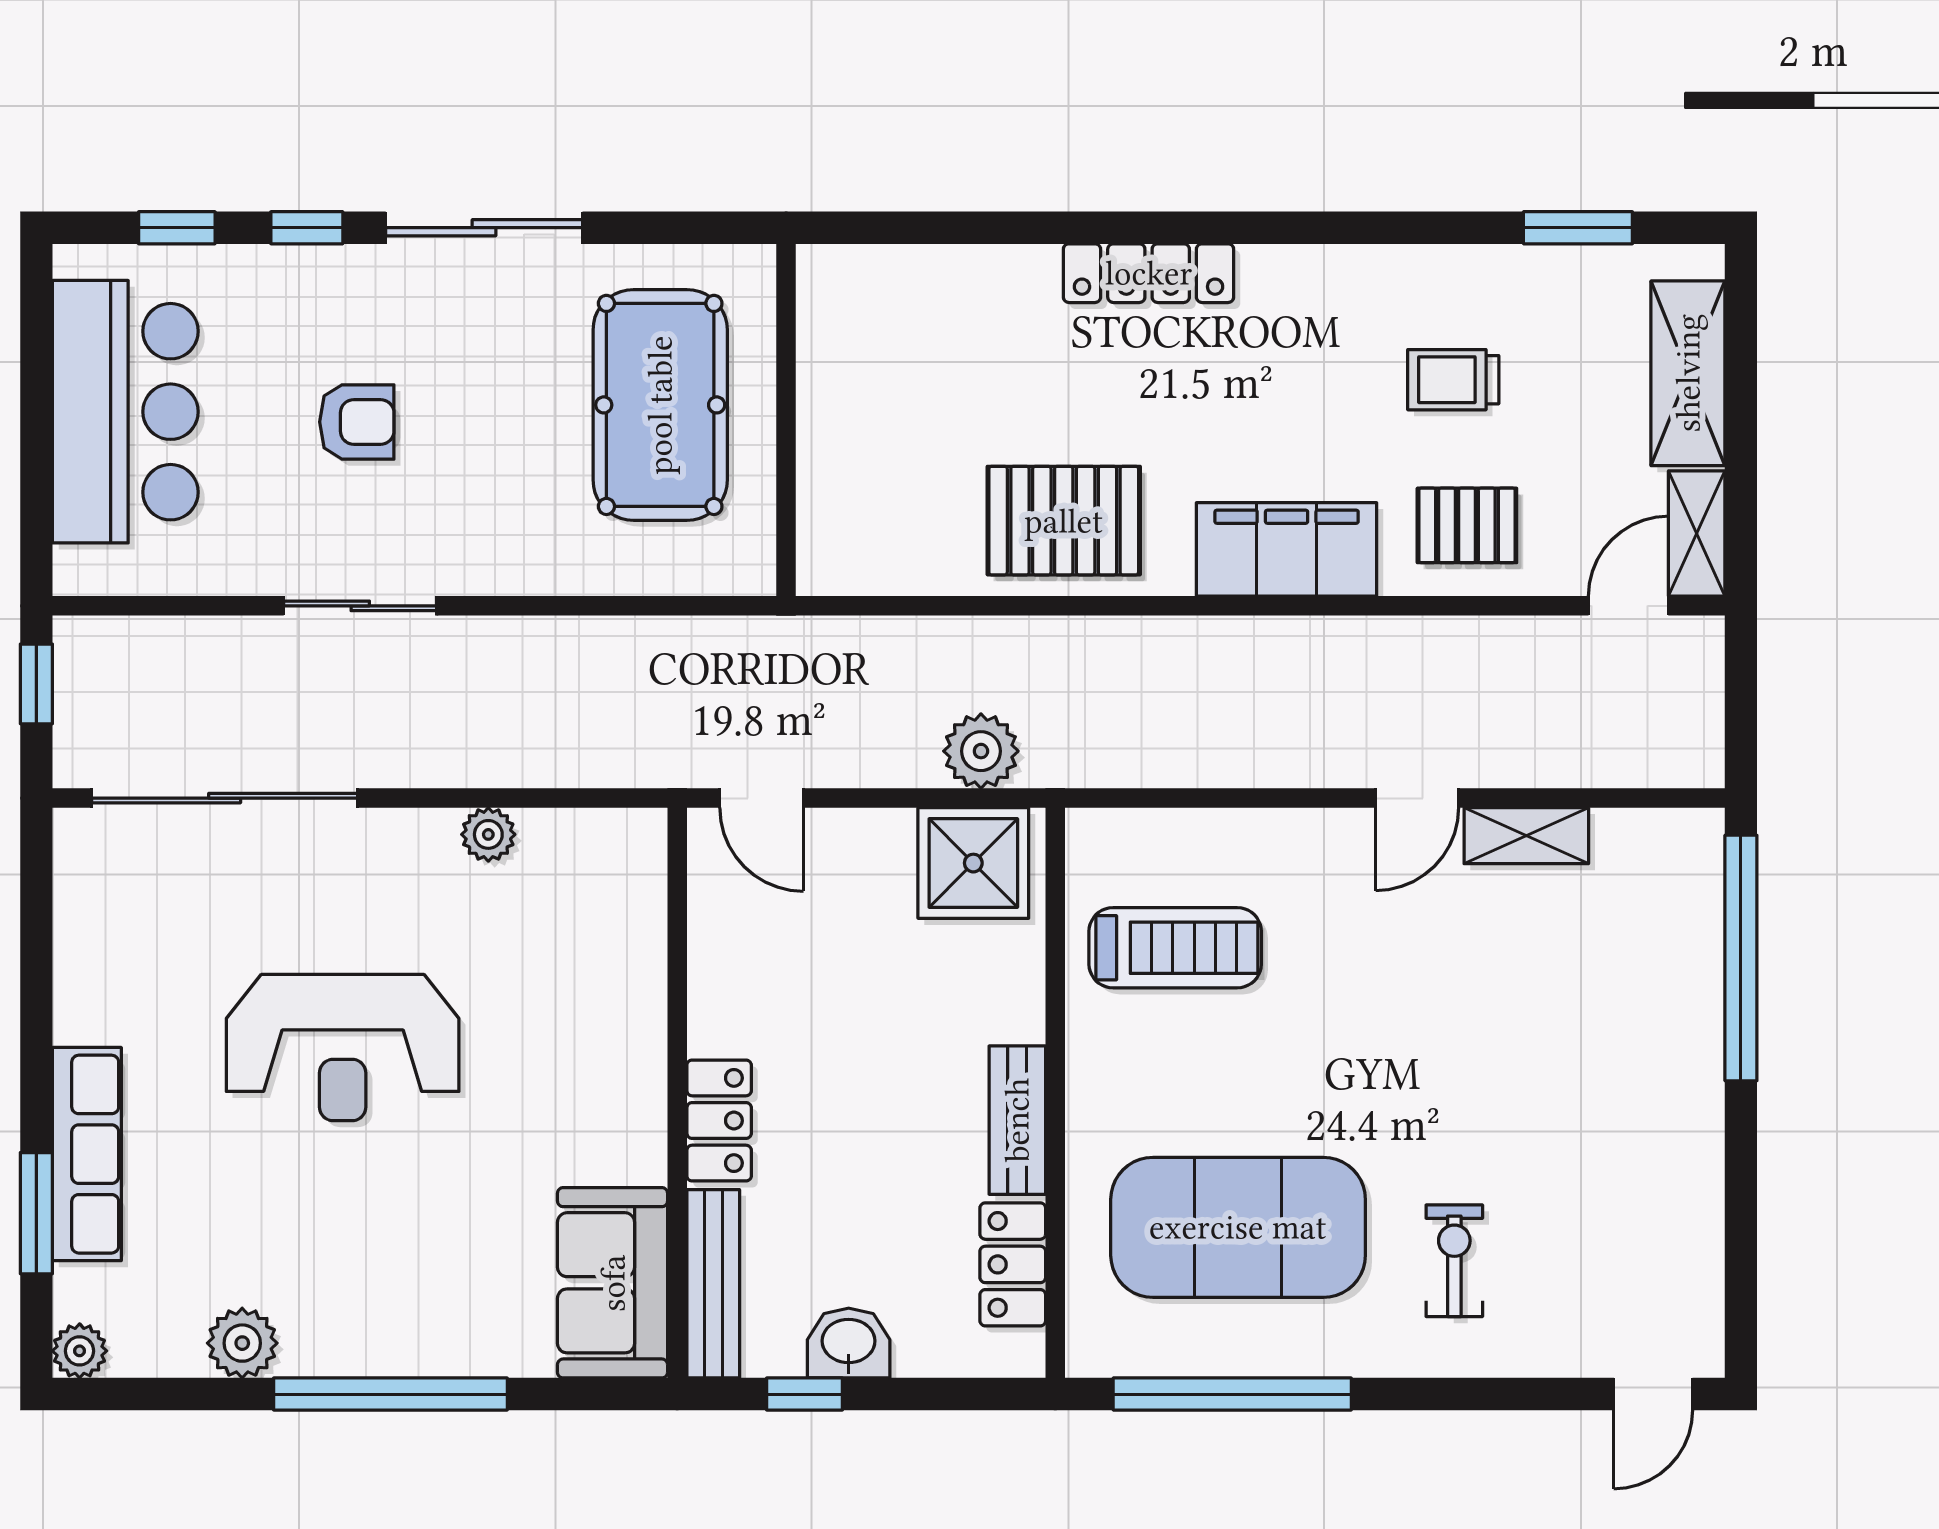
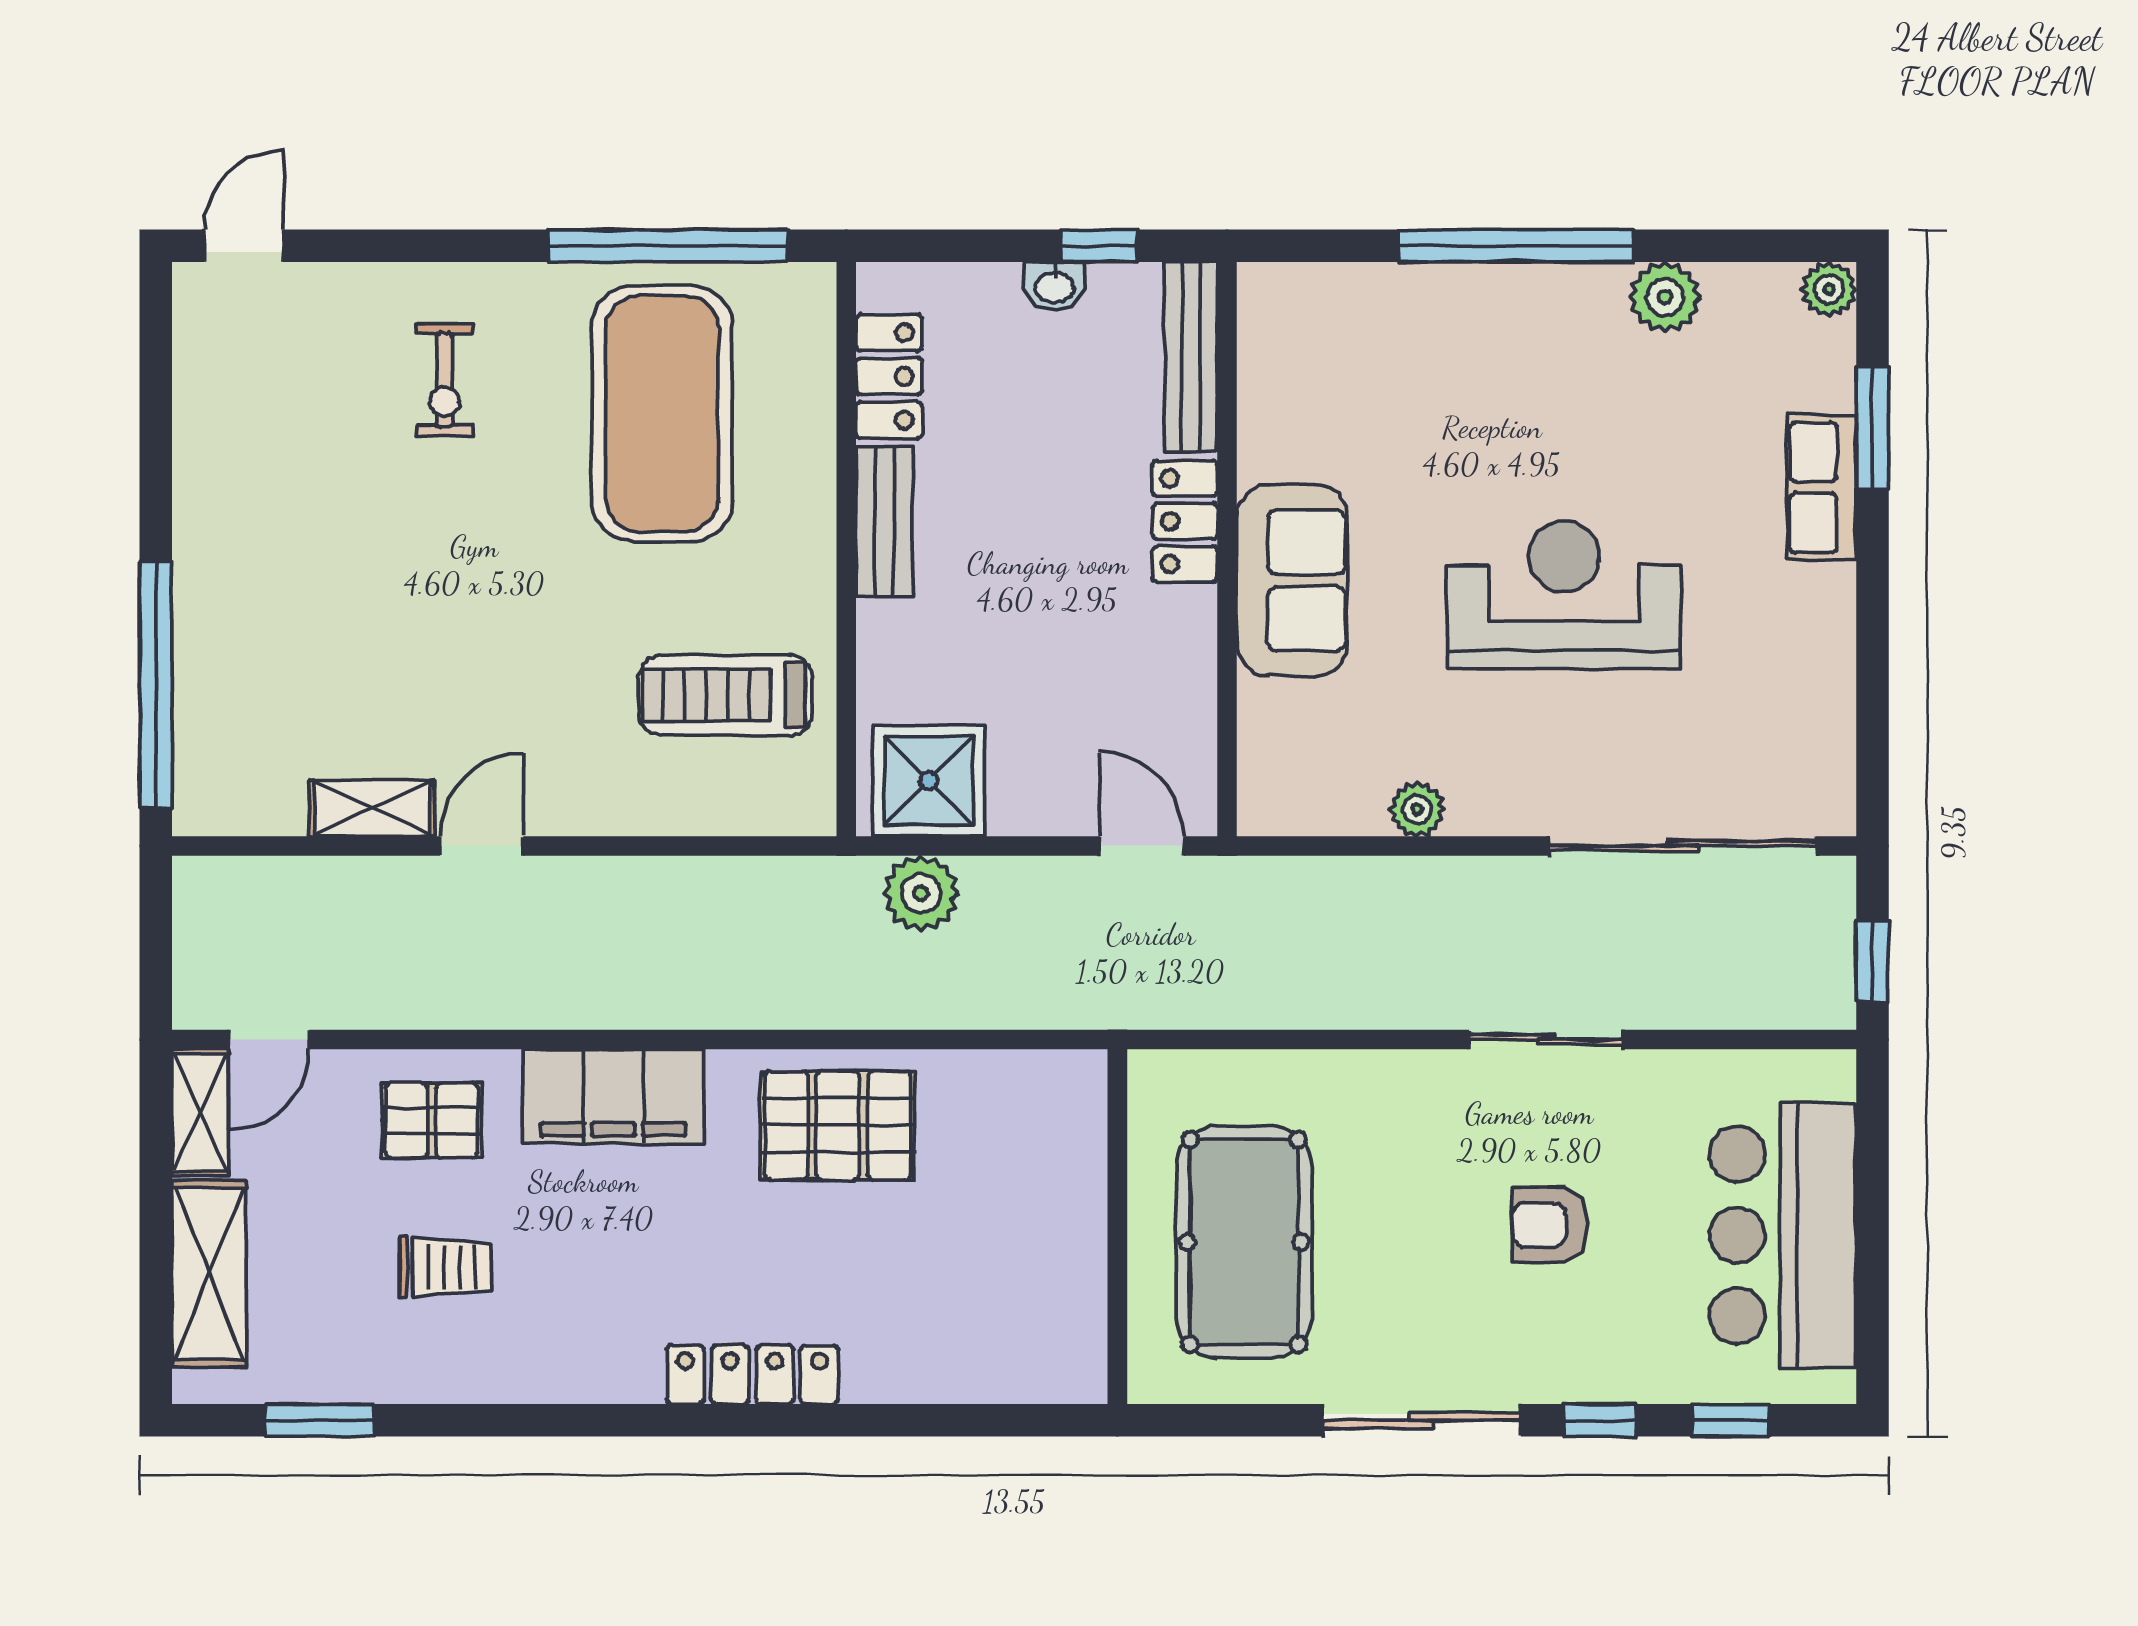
row of seats: (87, 1154) -> (1822, 487), width x0.68
exercise mat: (1238, 1227) -> (662, 414), turned 90
sofa: (613, 1283) -> (1292, 580), moved
washbasin: (849, 1343) -> (1054, 286), width x0.72, depth x0.69

